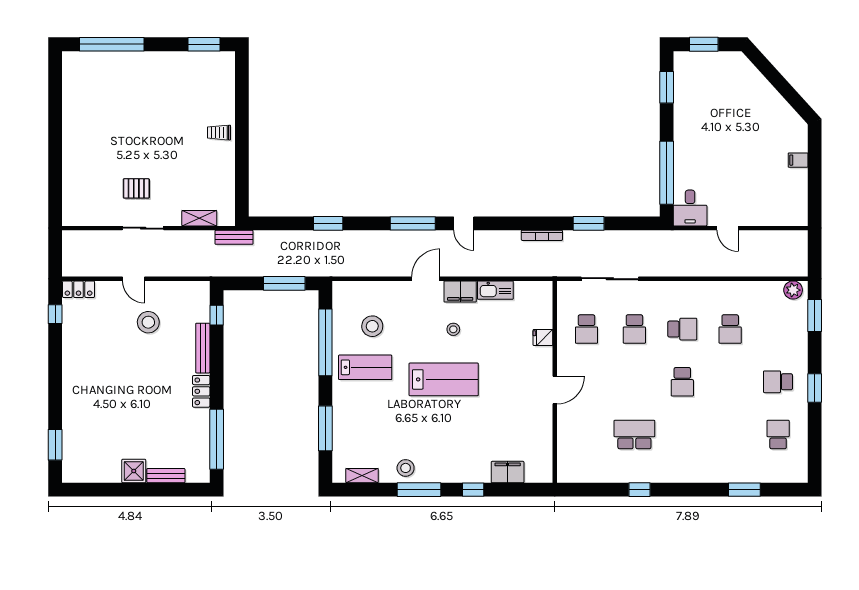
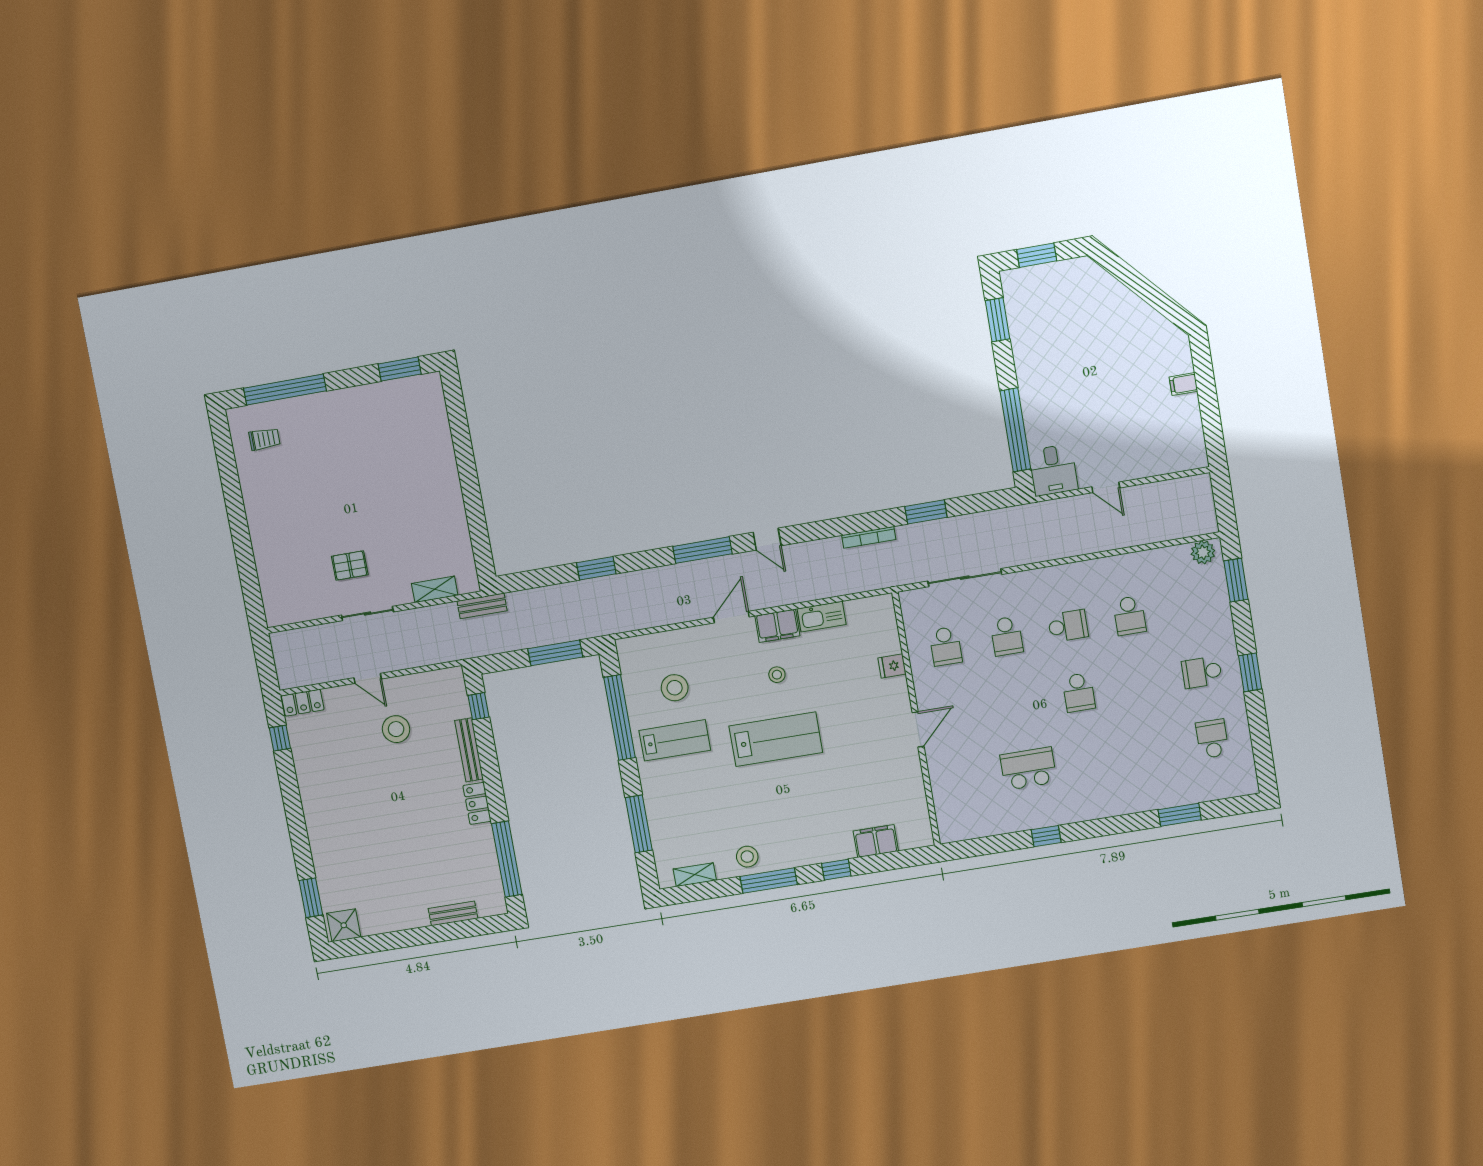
trolley: (219, 133) -> (264, 439), moved, turned 180
shower: (134, 471) -> (344, 925), moved

